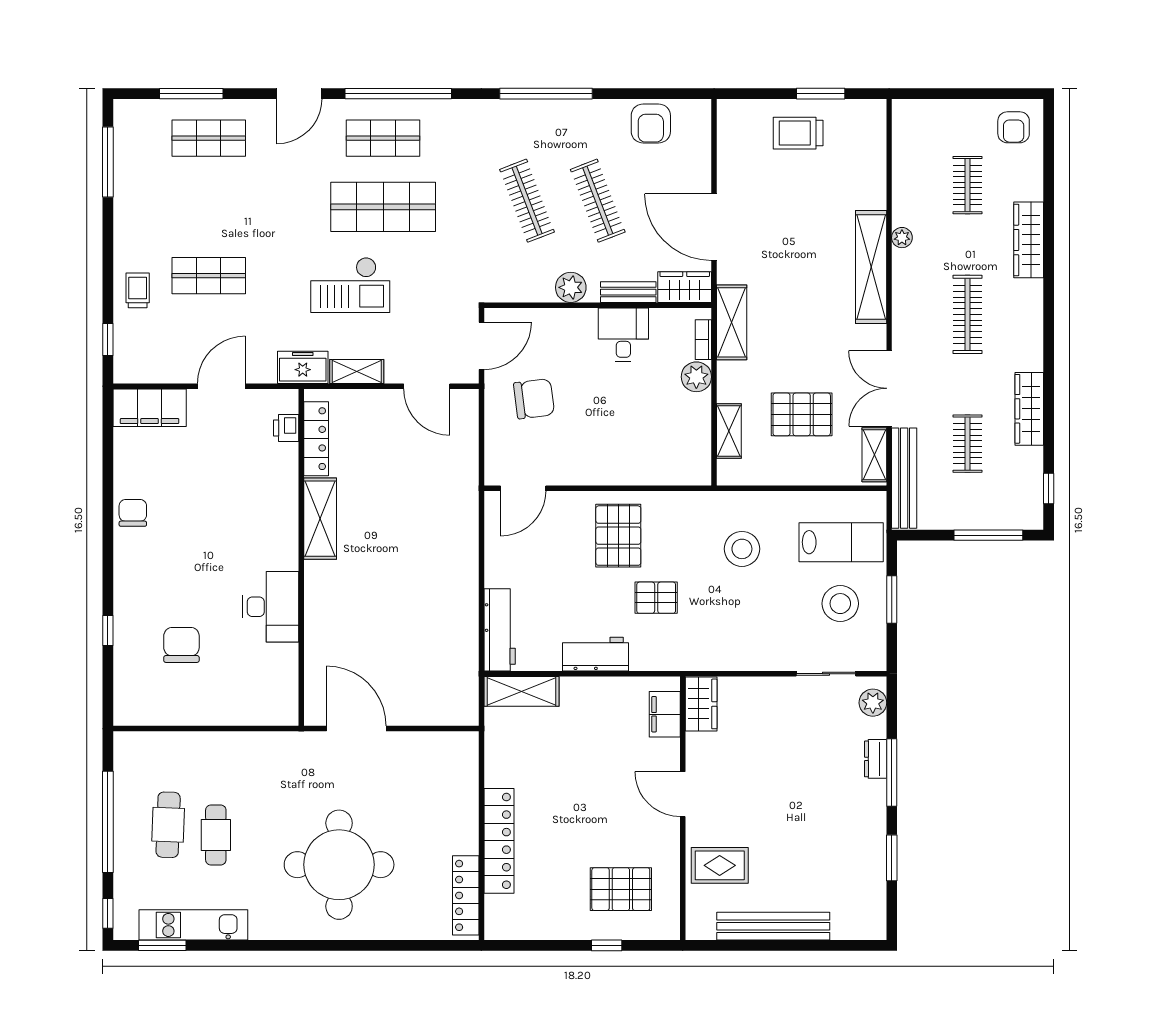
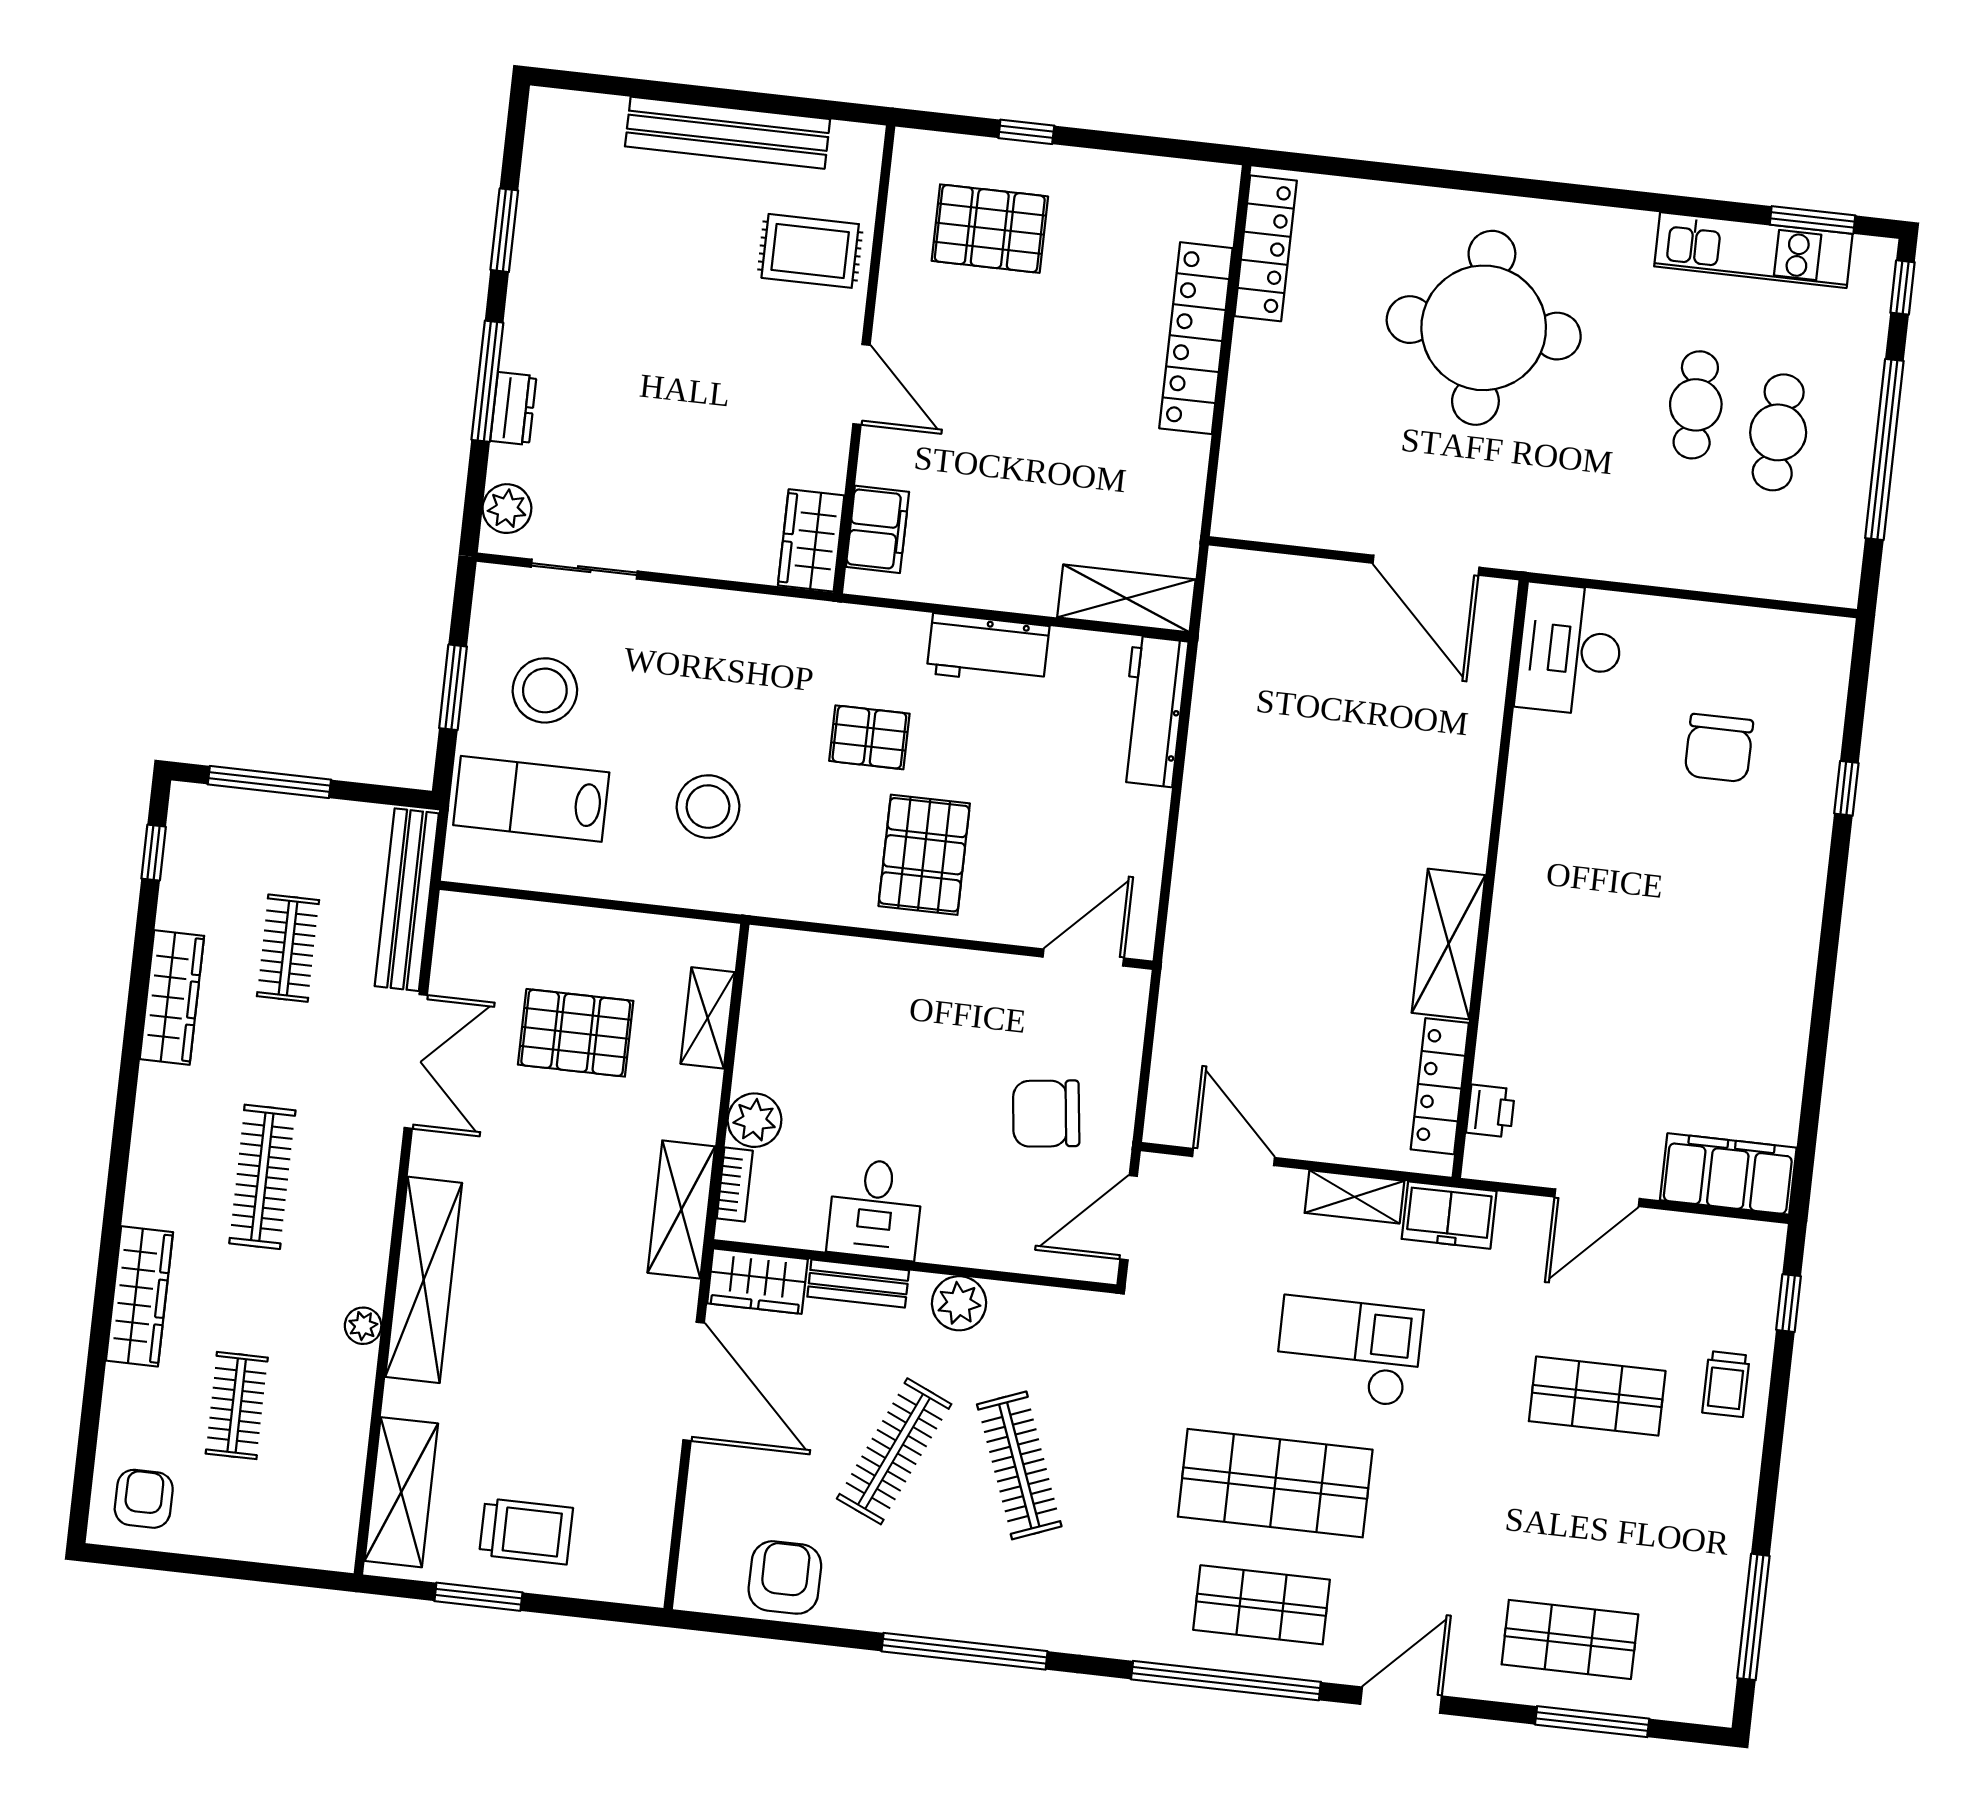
clothes rail: (598, 201) -> (894, 1451), turned 45
shelving: (874, 455) -> (401, 1492), moved, width x1.50, depth x1.33
chair: (133, 513) -> (1779, 991), removed
desk: (271, 607) -> (1570, 649), moved

